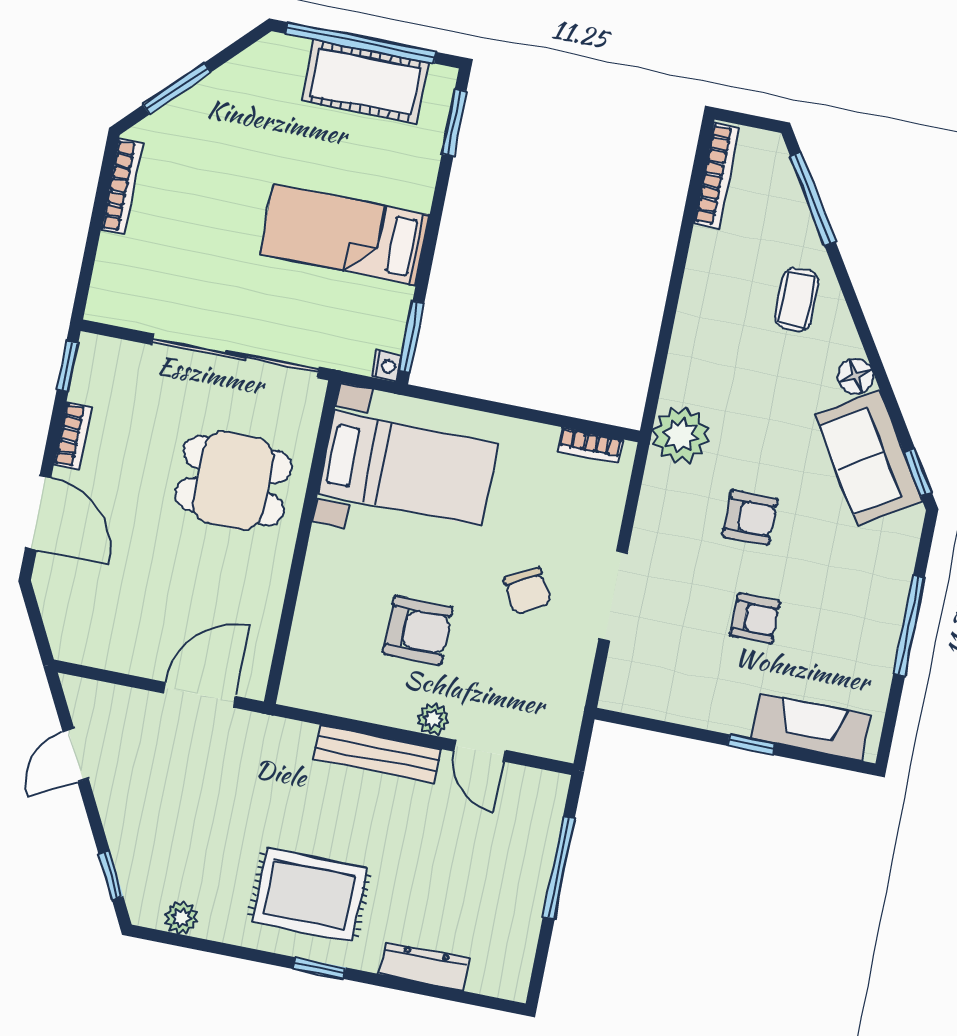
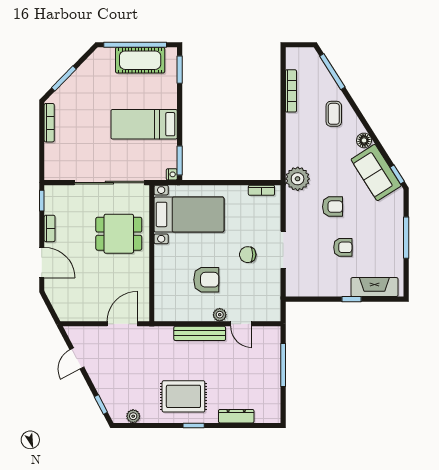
bookcase: (717, 175) -> (291, 91), moved
chair: (527, 591) -> (248, 255), turned 119

